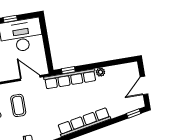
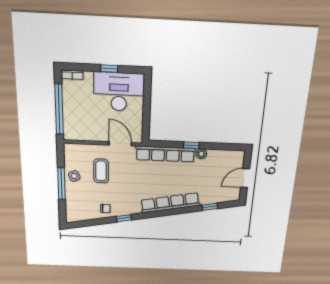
window: (68, 70) -> (191, 145), moved
window: (134, 114) -> (210, 207), moved

